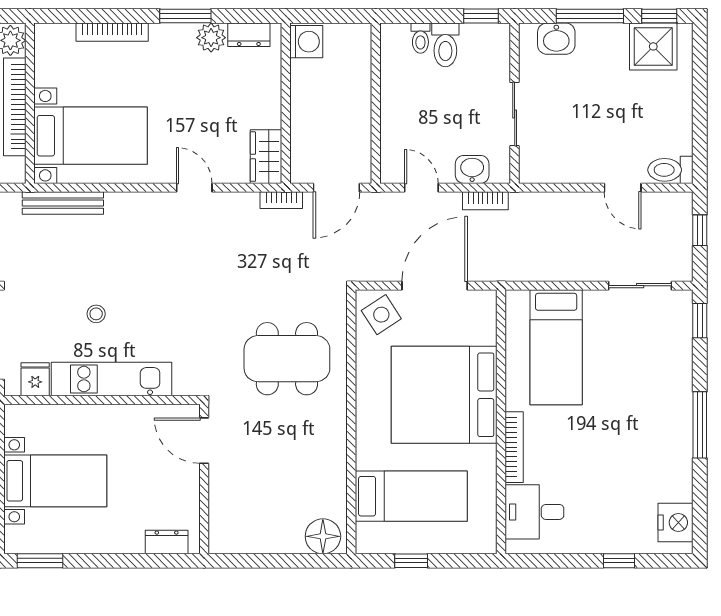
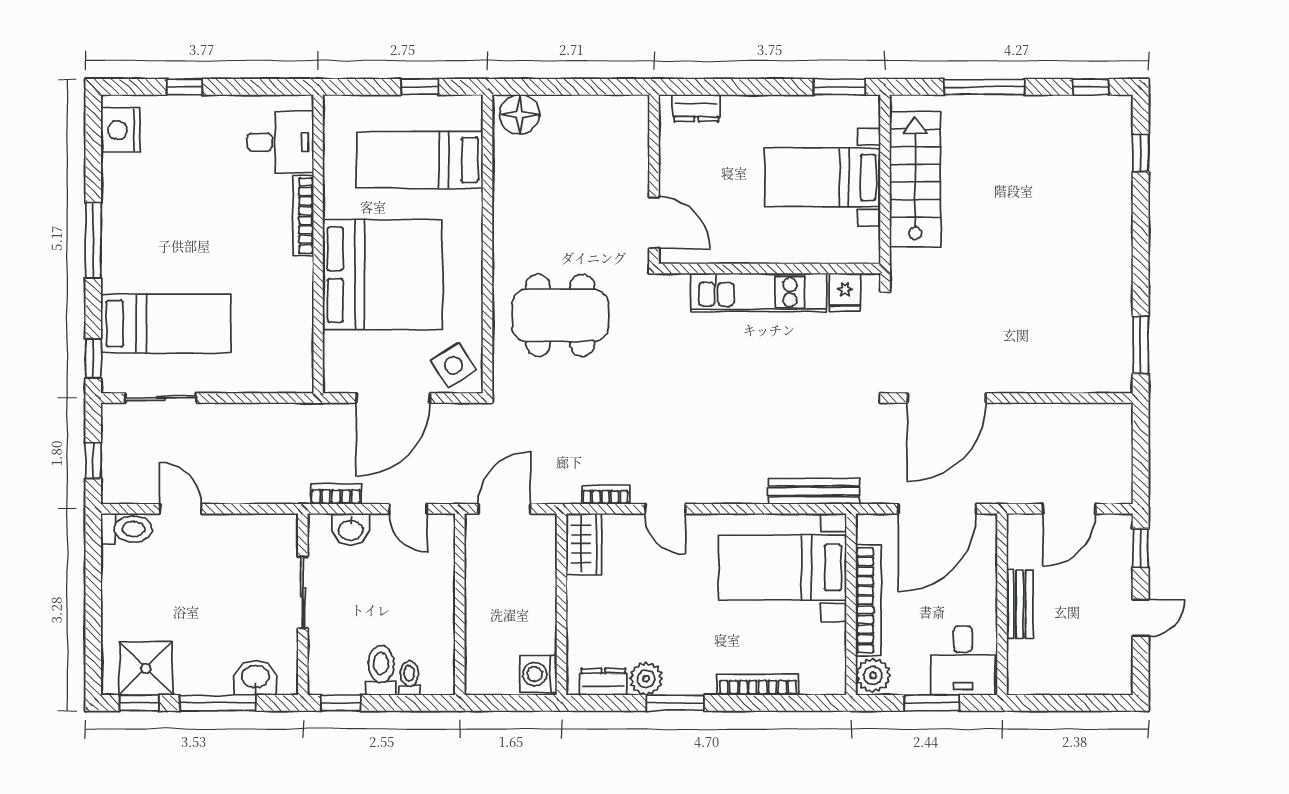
bookcase: (281, 200) -> (605, 495), moved
stool: (96, 314) -> (776, 366), removed
bed: (556, 347) -> (166, 323), moved, turned 90

